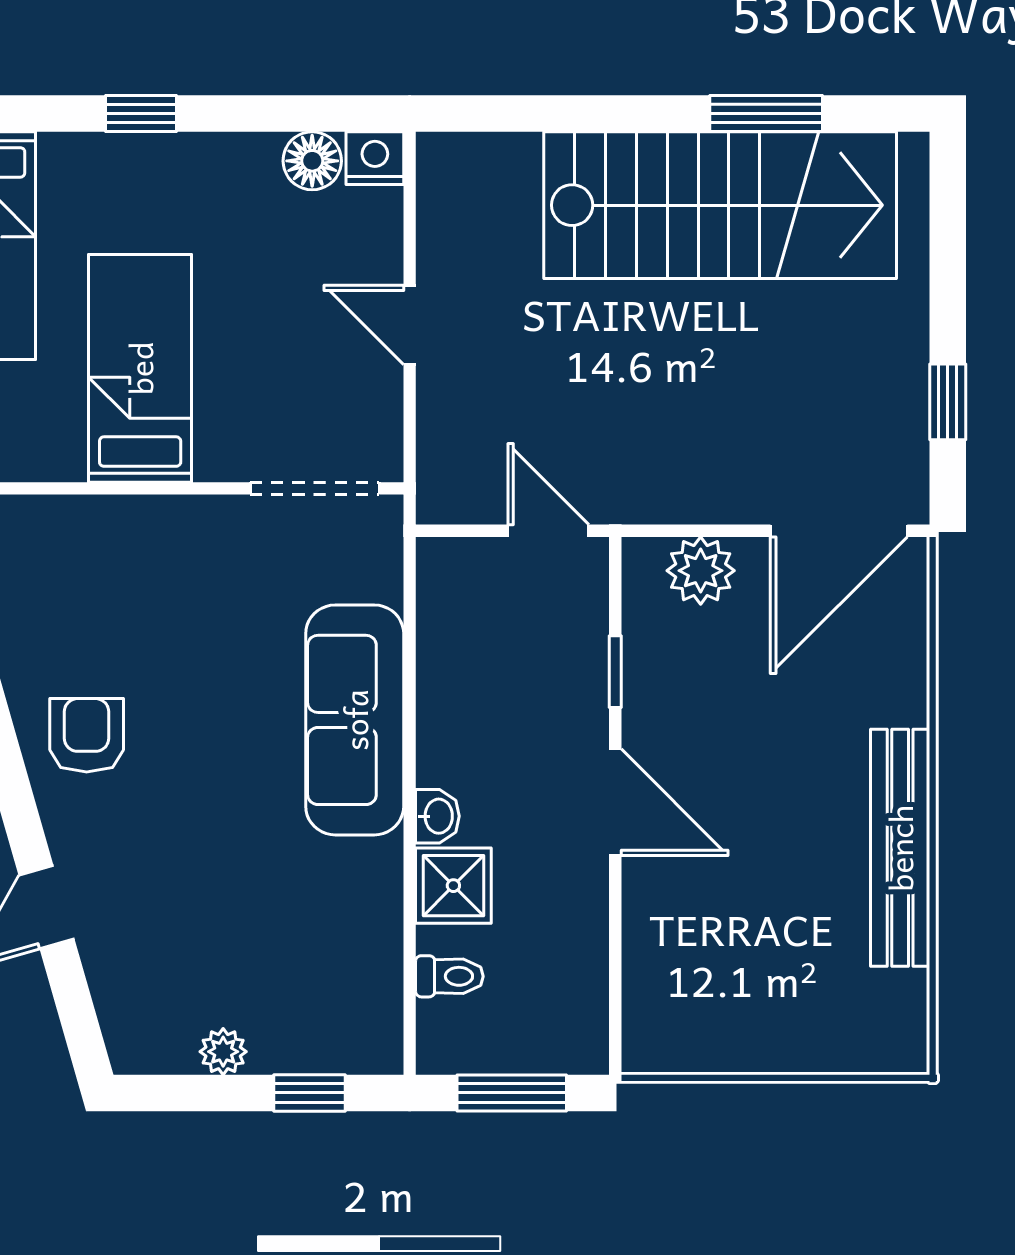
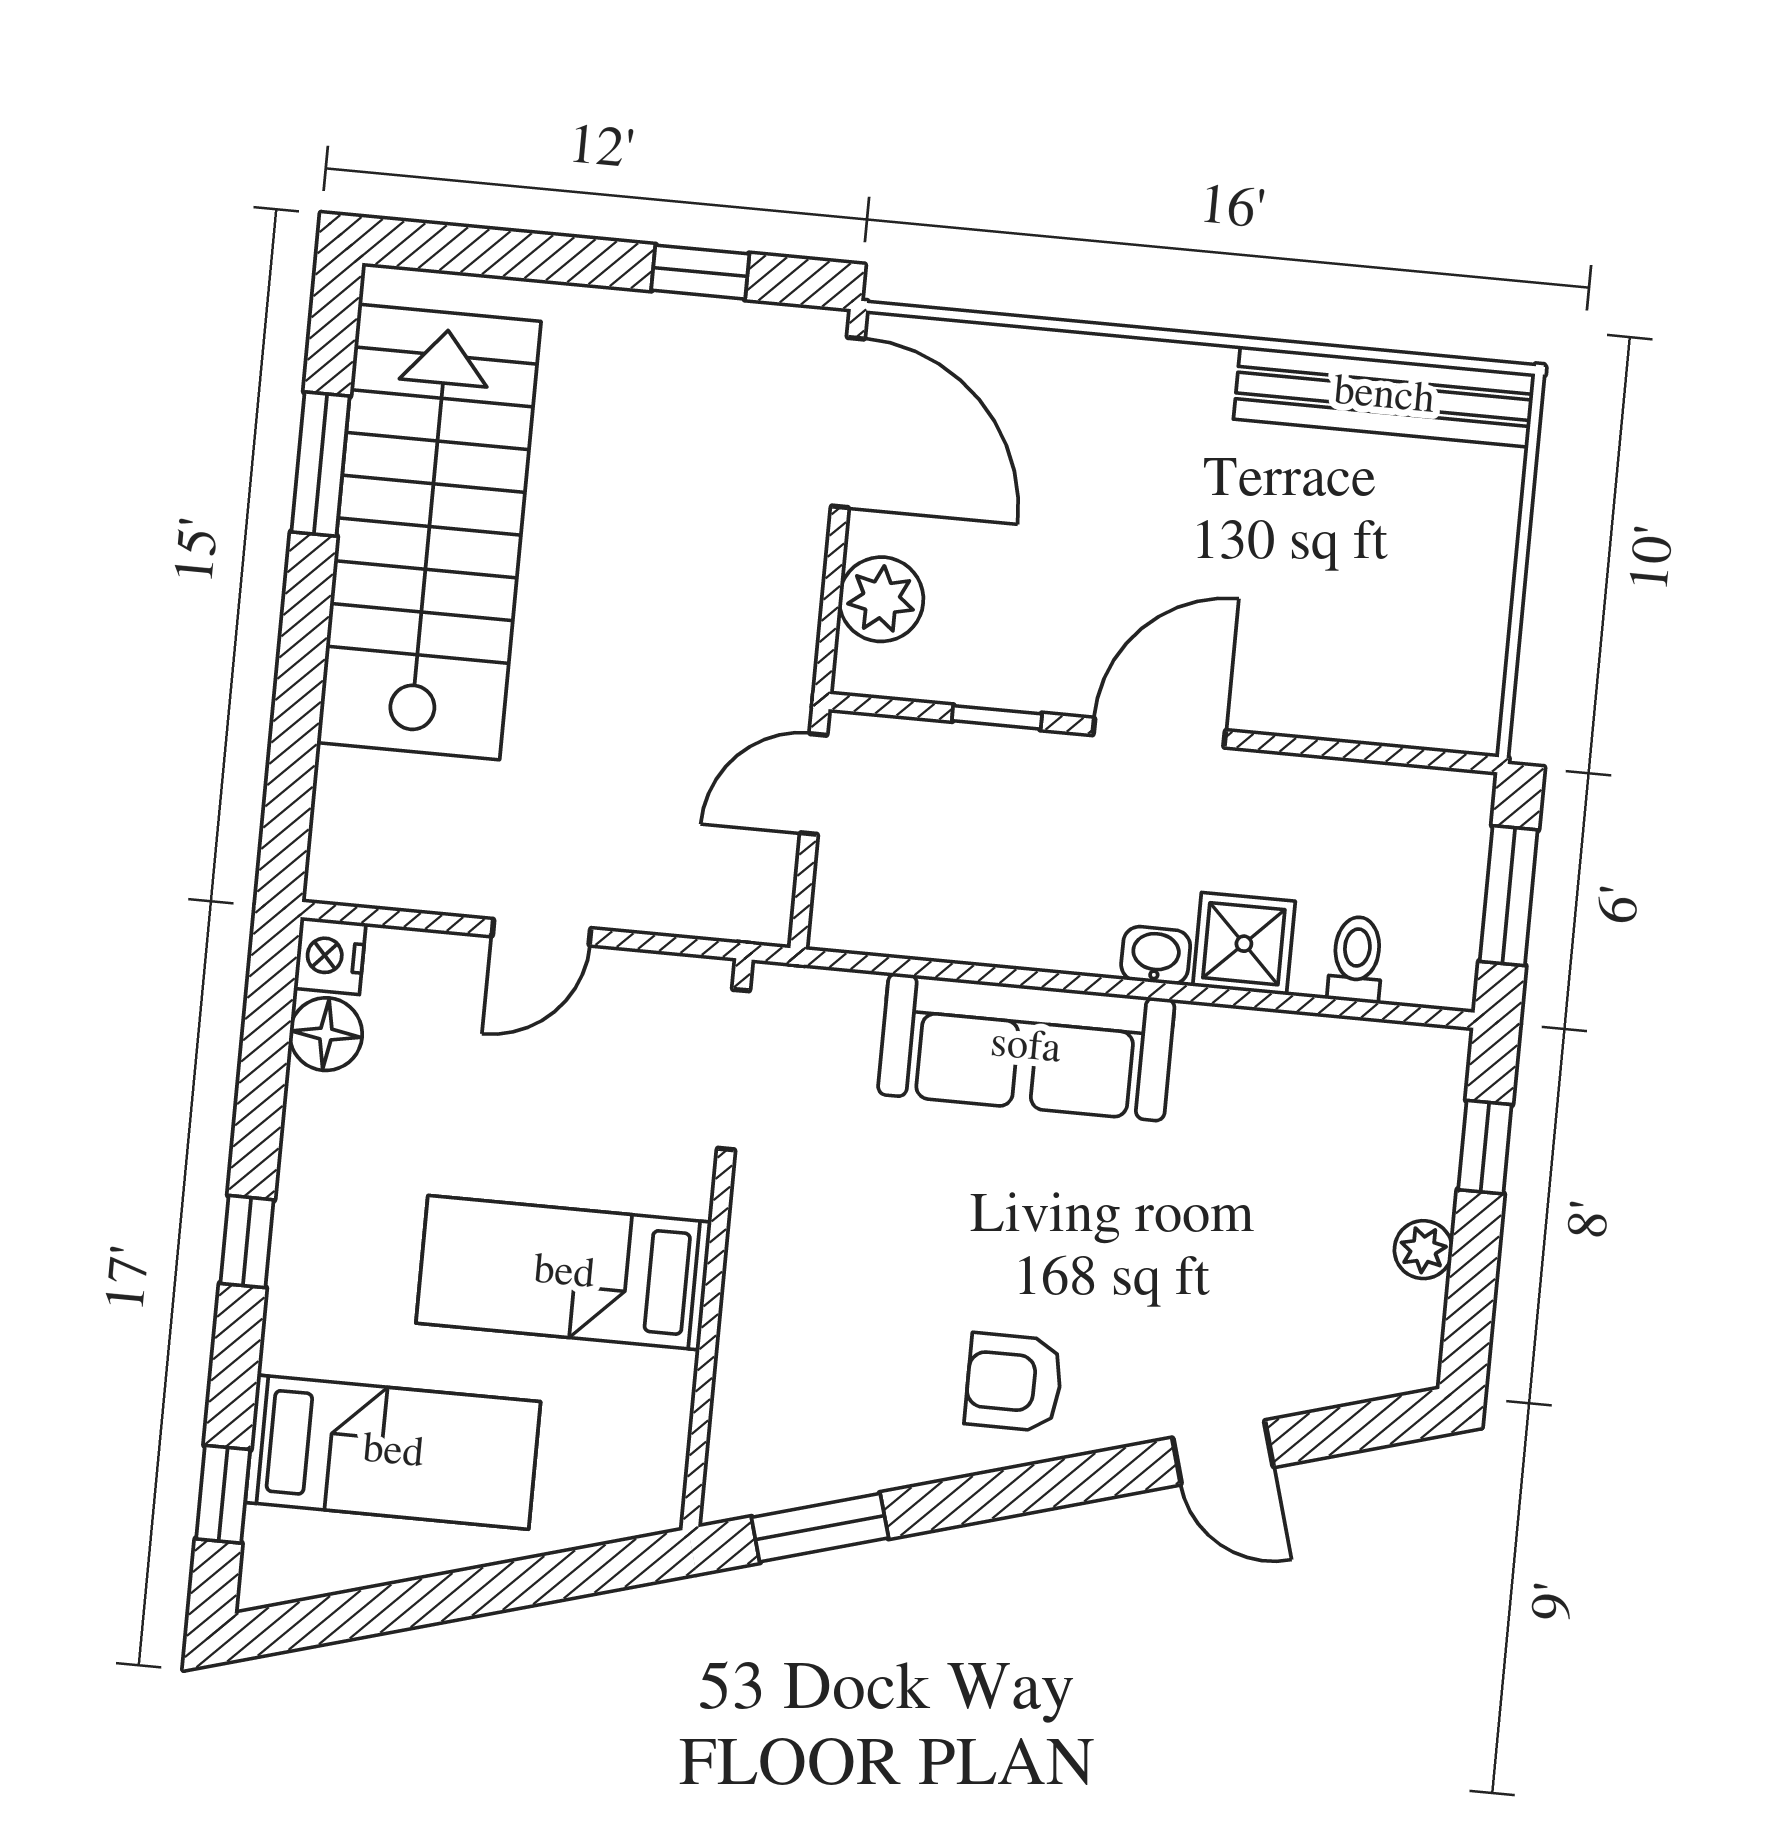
bench: (900, 848) -> (1384, 396), moved

